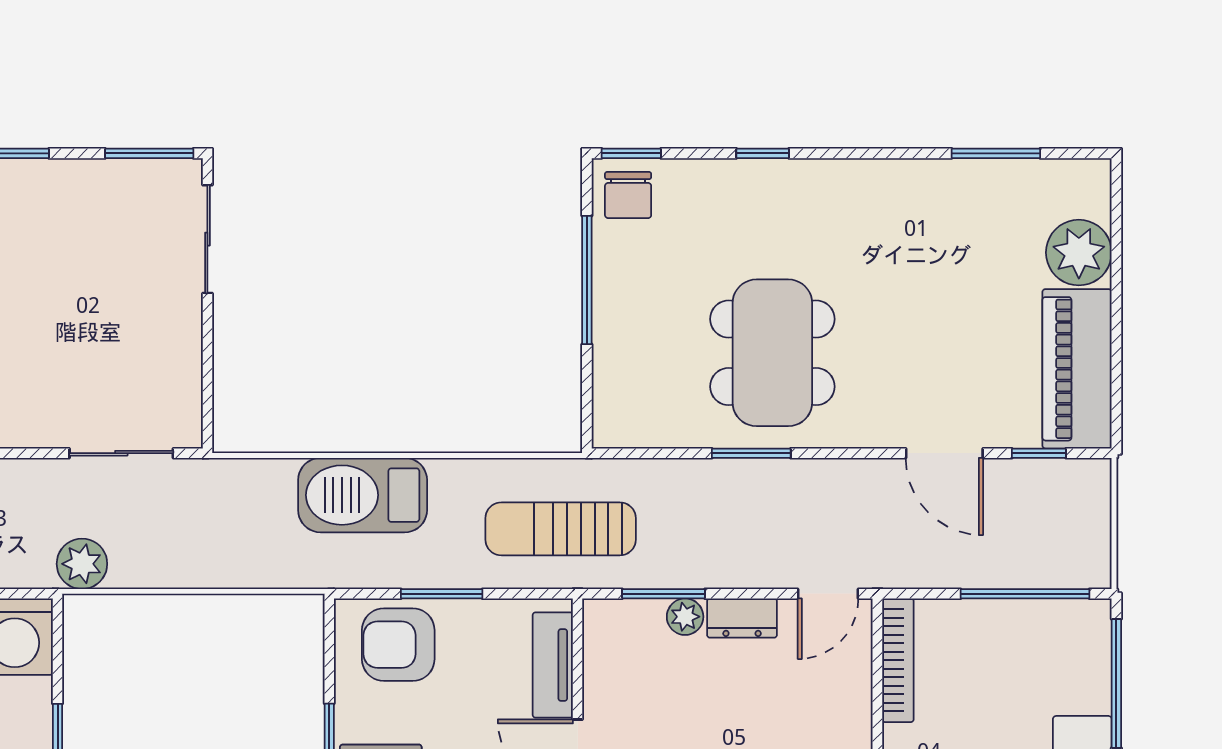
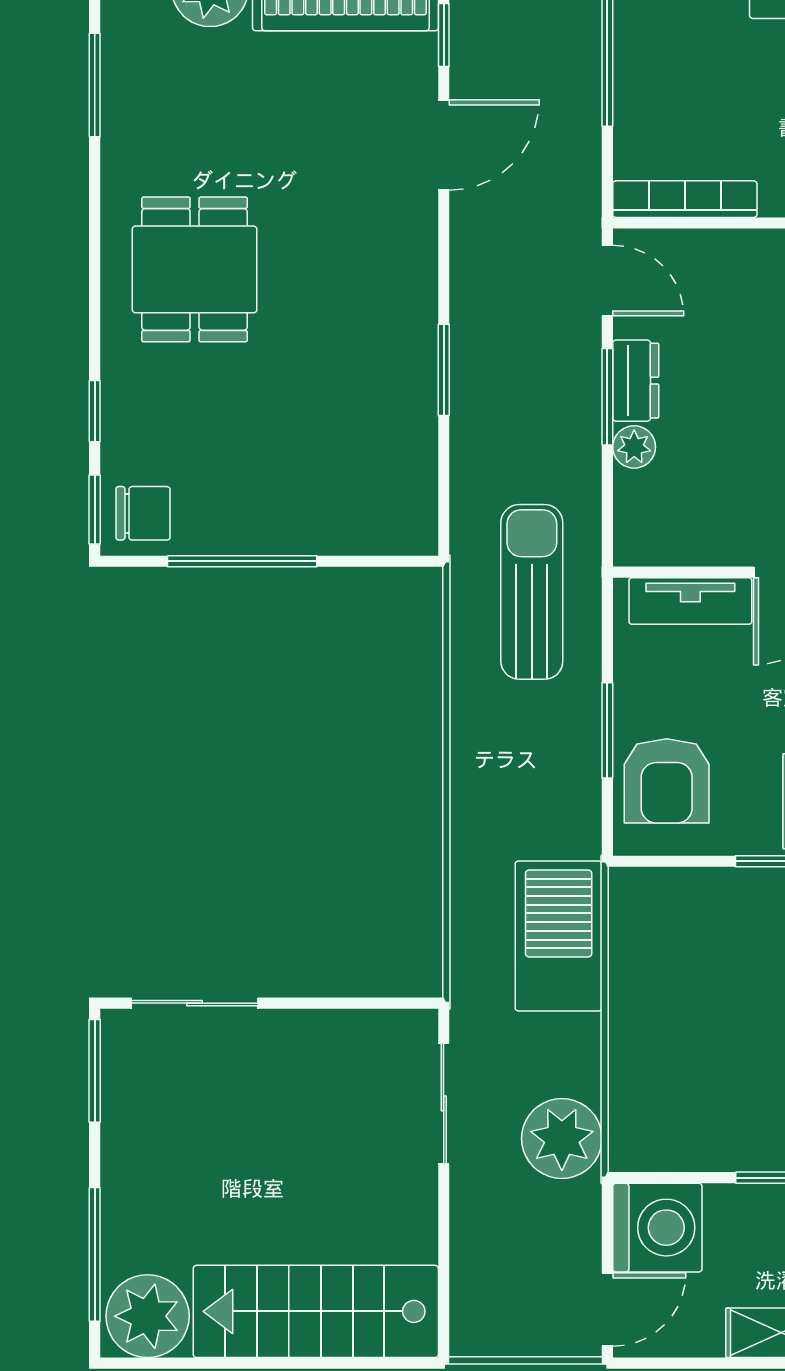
window: (763, 153) -> (95, 411), moved
dining table: (772, 353) -> (195, 269), moved, width x0.73
barbecue: (363, 495) -> (559, 936), moved, turned 180
sun lounger: (561, 529) -> (532, 592), turned 180
plant: (82, 564) -> (562, 1138), width x1.36, depth x1.36
window: (664, 594) -> (607, 397), moved

